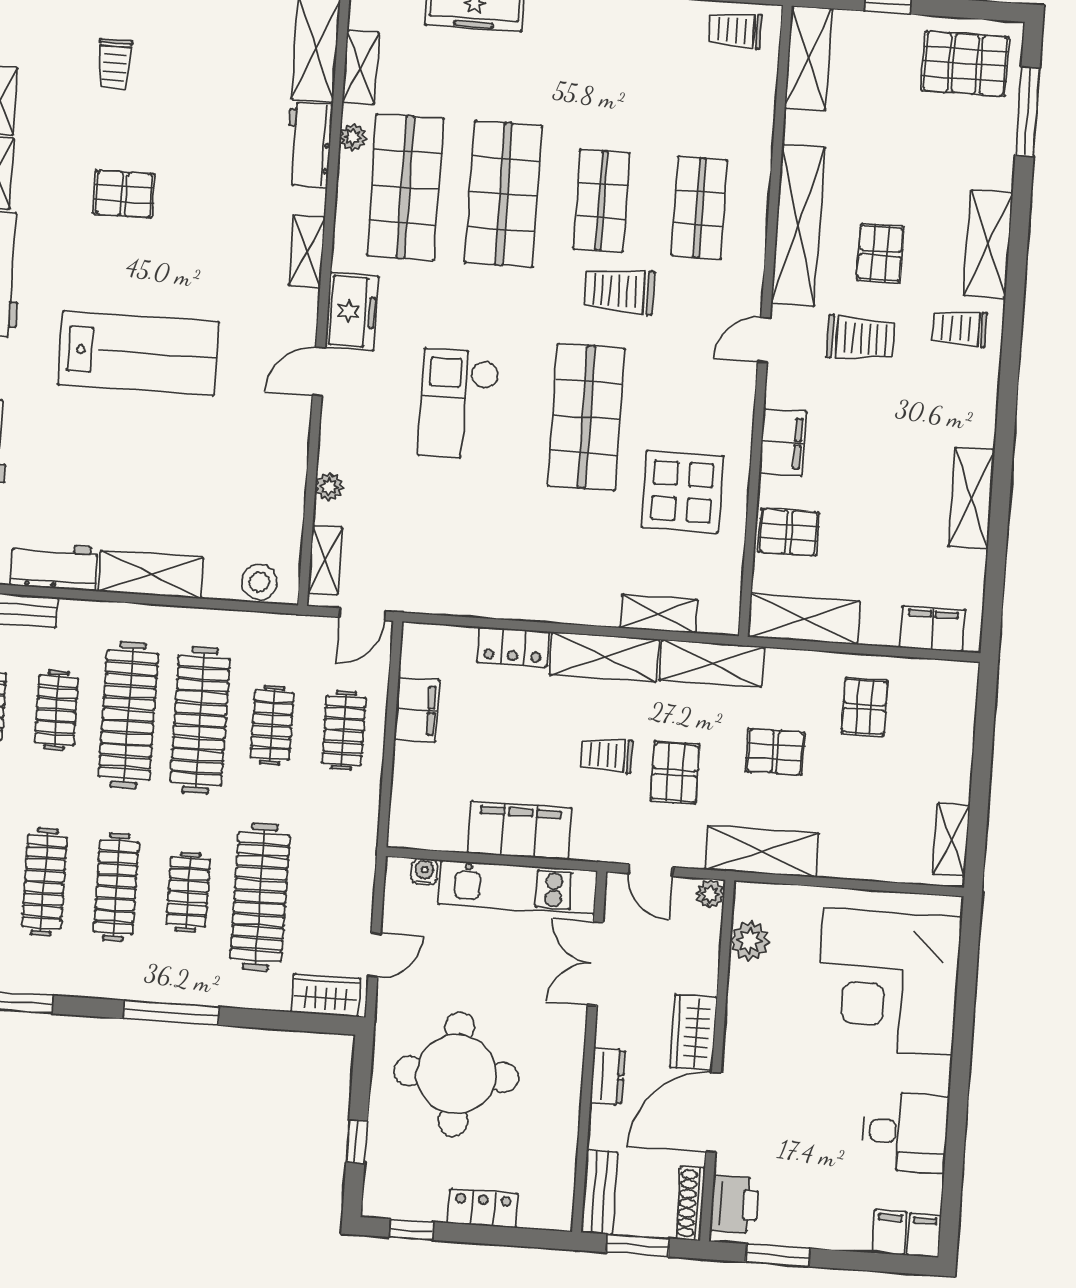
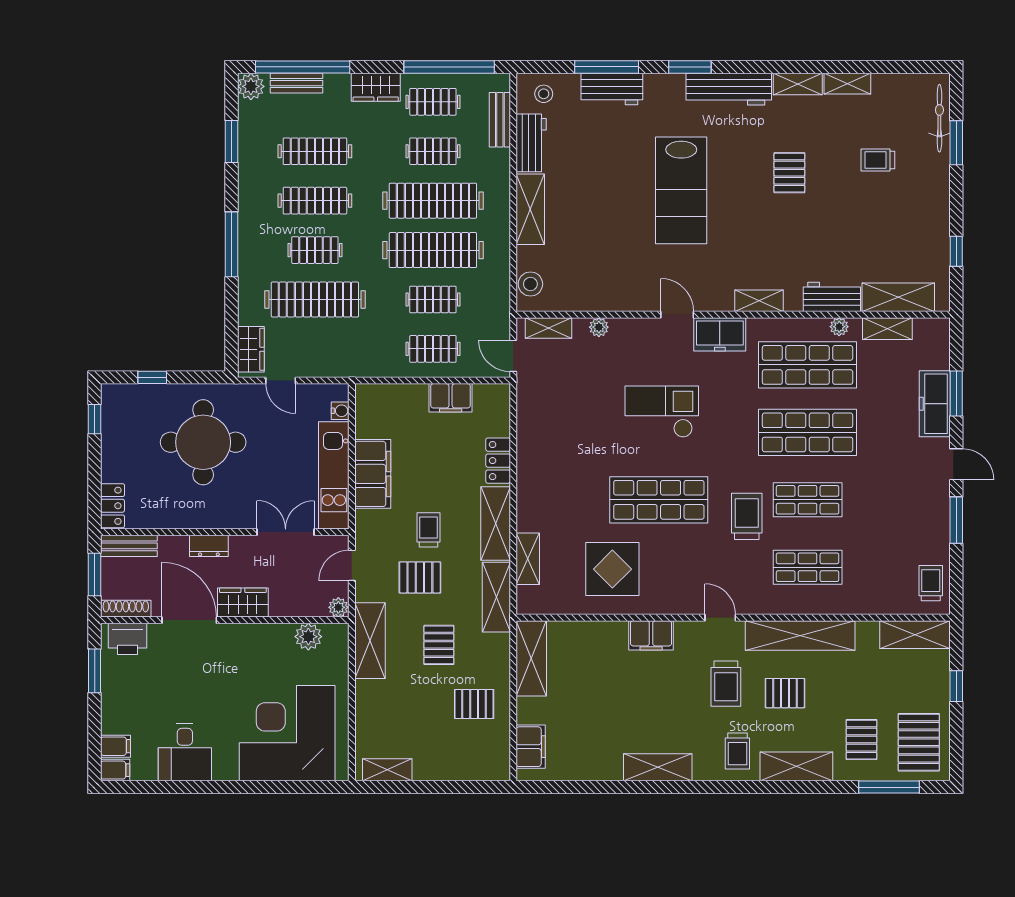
trolley: (960, 328) -> (737, 751), turned 180
shelving: (972, 498) -> (658, 767), moved
pallet: (789, 532) -> (861, 740), moved
locker: (483, 1208) -> (113, 506), moved

